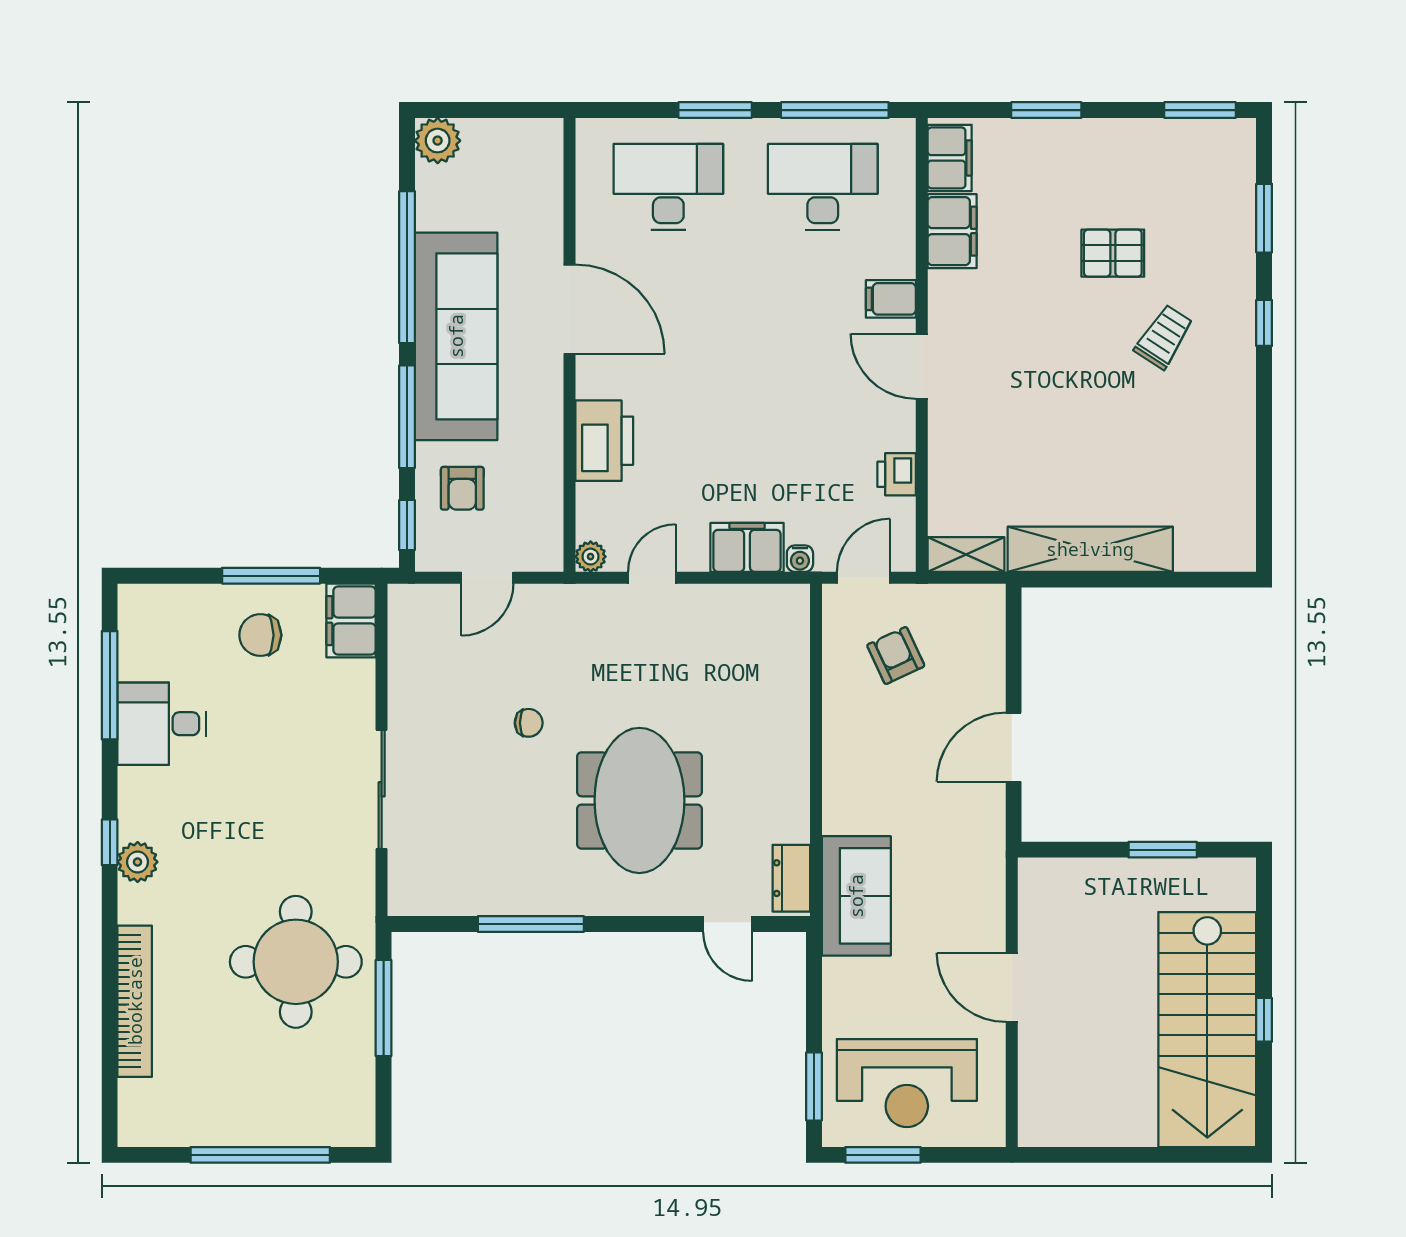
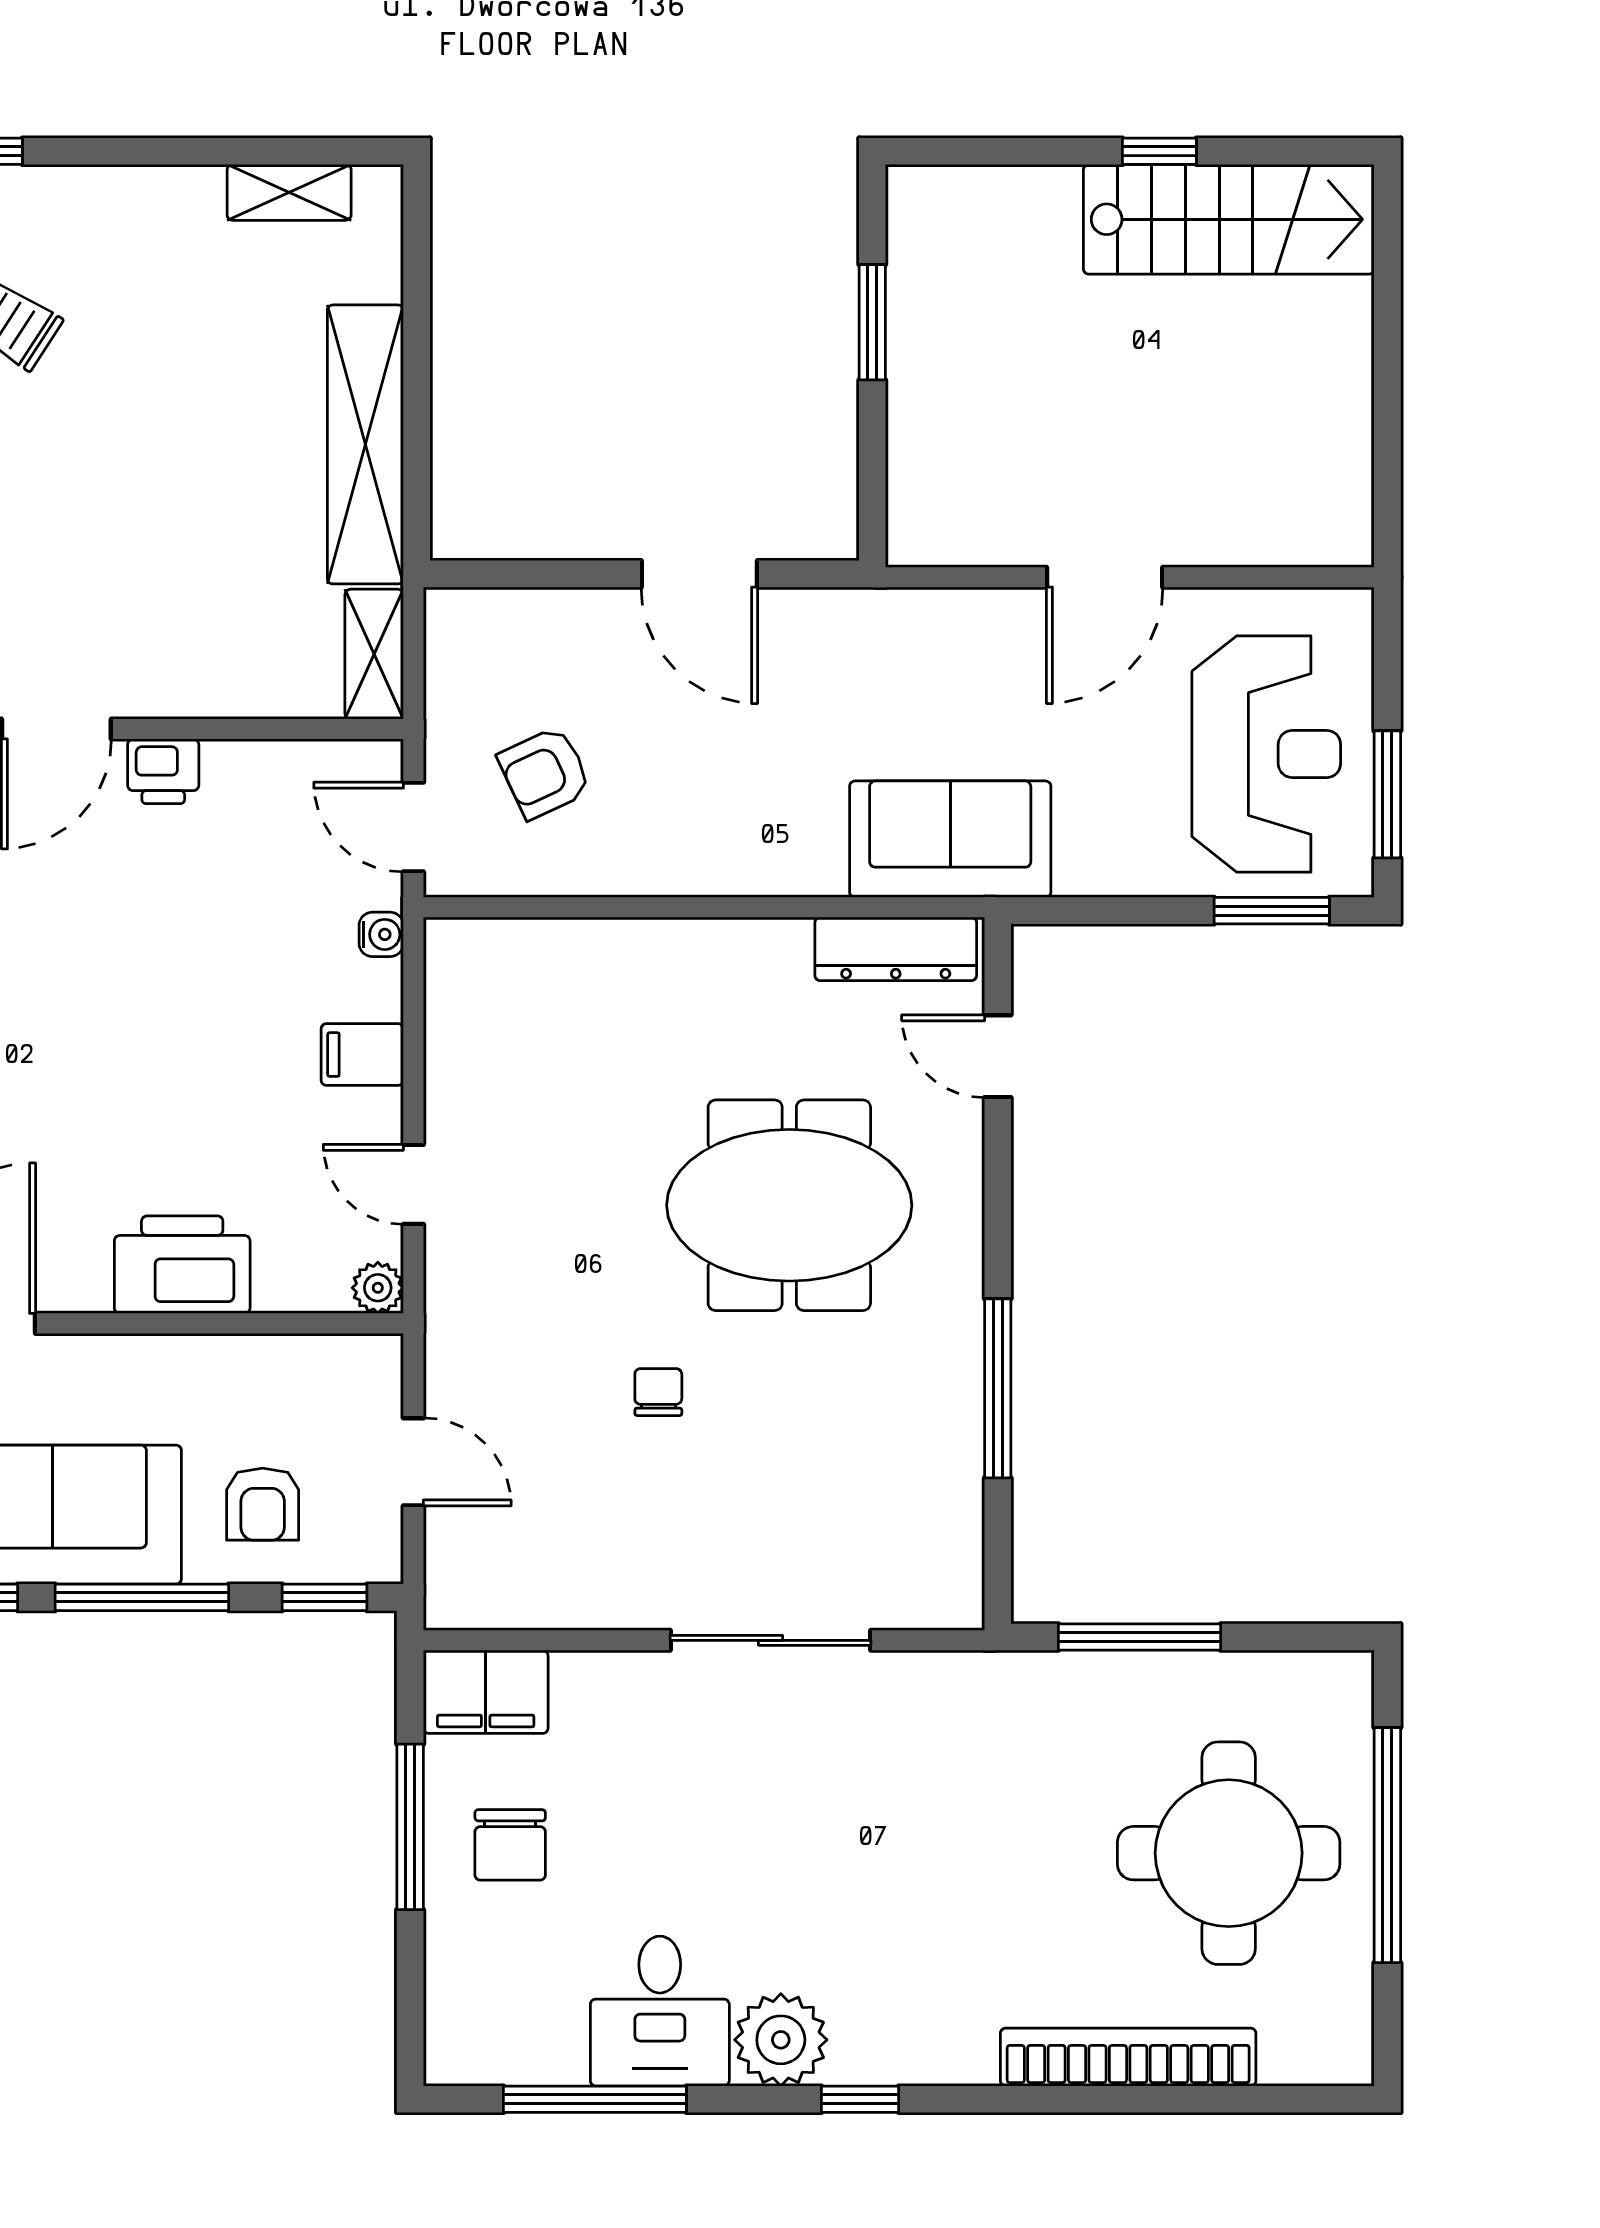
printer: (897, 474) -> (163, 771), moved
armchair: (462, 488) -> (263, 1504), turned 90
shelving: (1240, 504) -> (289, 192), added
filing cabinet: (747, 547) -> (362, 1055), width x0.50
plant: (138, 862) -> (781, 2040), moved, width x1.36, depth x1.36
dresser: (791, 878) -> (896, 949), width x1.44
door: (728, 924) -> (998, 1056), swing flipped
round table: (296, 962) -> (1229, 1853), moved
stairs: (1207, 1030) -> (1229, 219), width x0.73, depth x0.66

